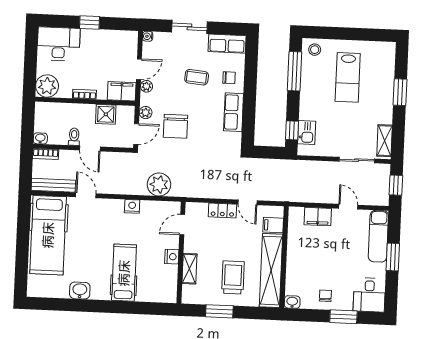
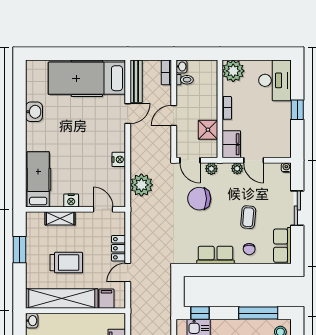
toilet: (74, 137) -> (185, 80), moved
hospital bed: (124, 273) -> (38, 179), moved, turned -90
trolley: (233, 277) -> (66, 263), moved

